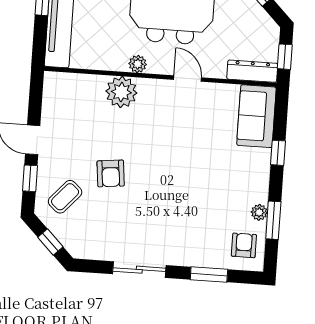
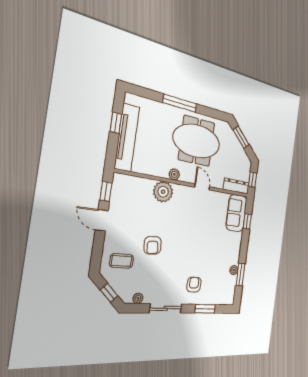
window: (278, 153) -> (247, 221), moved
window: (30, 178) -> (106, 191), moved
coffee table: (65, 197) -> (122, 261), turned 48
armchair: (244, 245) -> (194, 285), moved
plant: (94, 252) -> (138, 298), added

